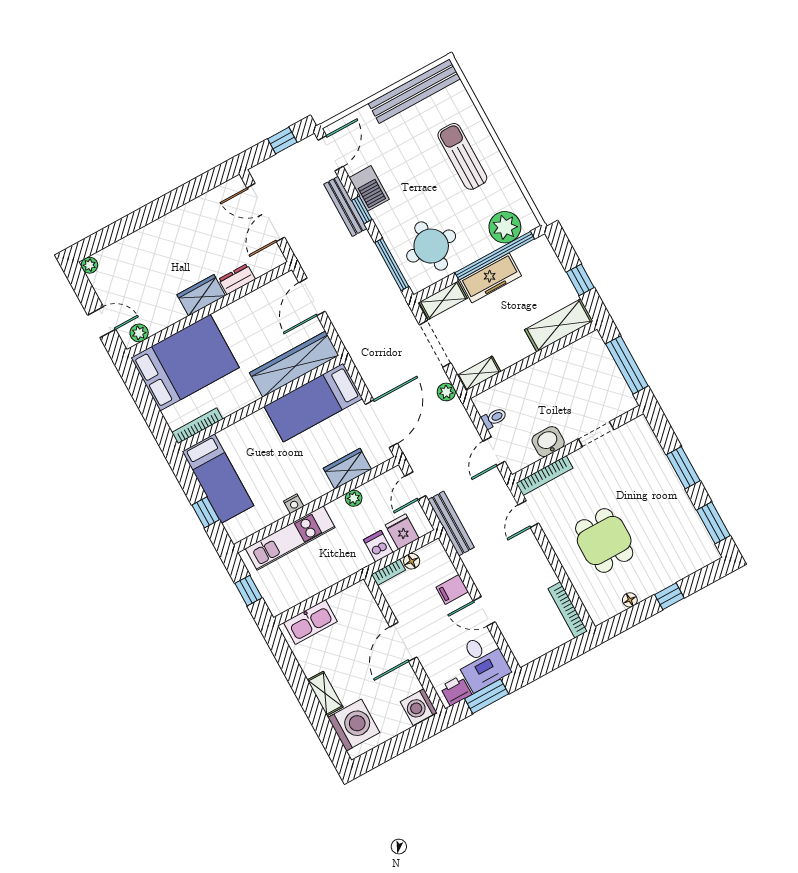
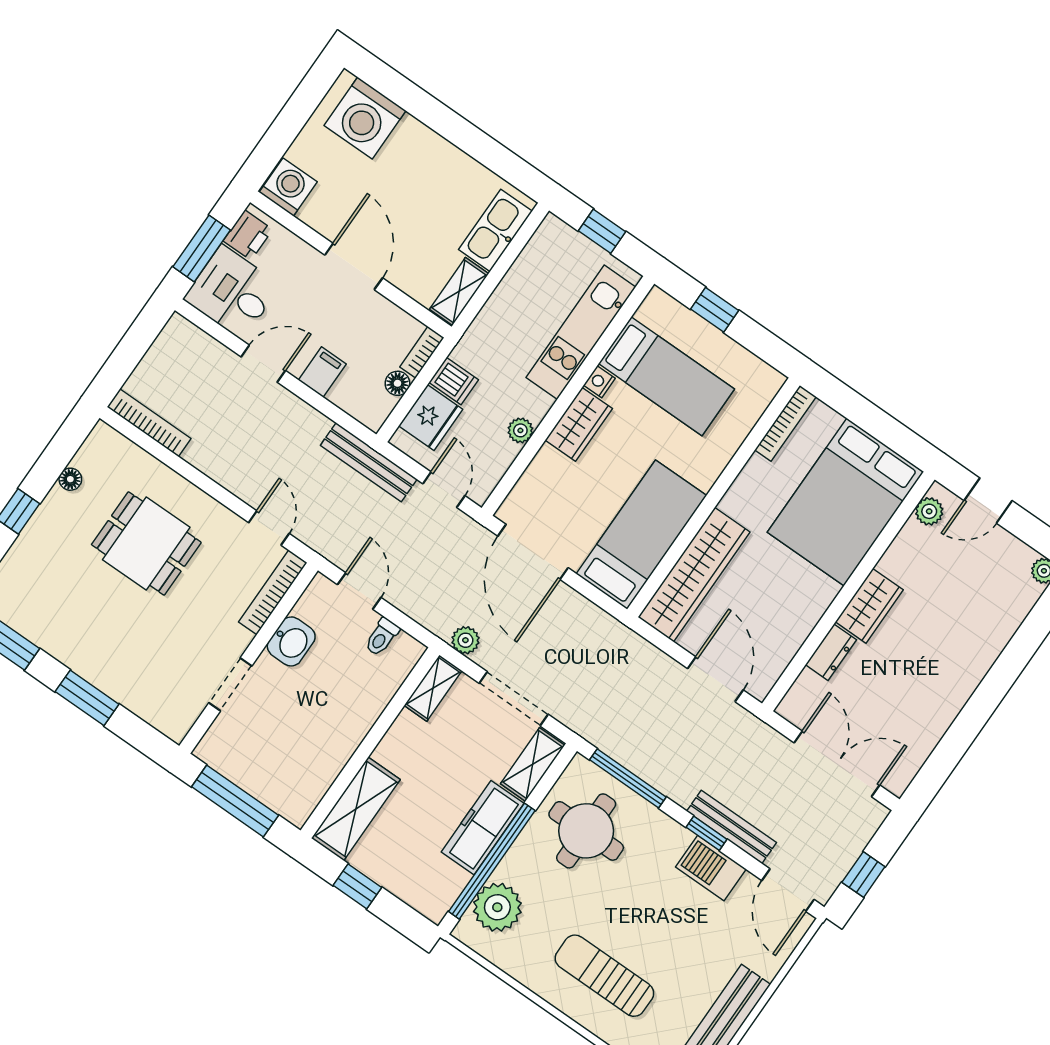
sun lounger: (462, 156) -> (604, 976), turned 180
wardrobe: (347, 469) -> (579, 424), moved
bed: (218, 478) -> (667, 376), moved, turned 180
fridge: (402, 532) -> (431, 418), width x1.38
shelving: (325, 694) -> (459, 291), moved, turned 90

